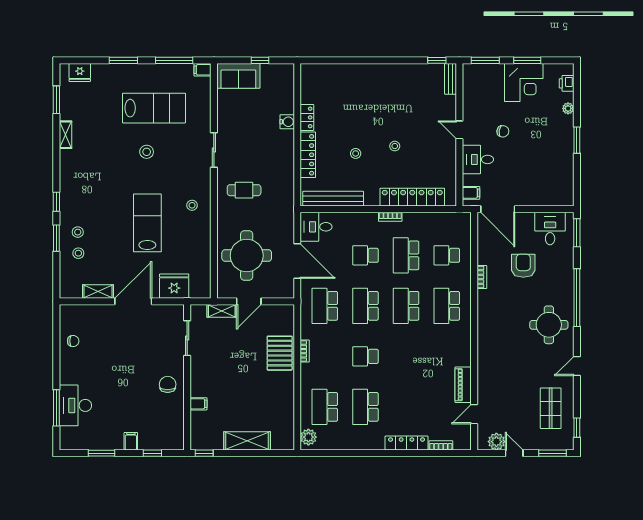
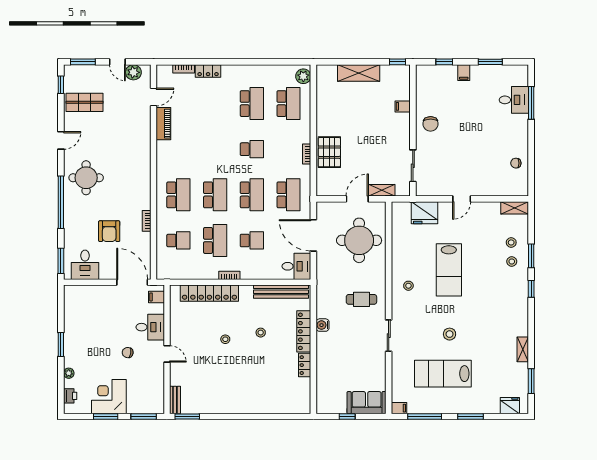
window: (437, 60) -> (187, 417), width x1.50
water cooler: (287, 122) -> (323, 325), moved
shelving: (98, 292) -> (515, 208), moved
door: (133, 301) -> (462, 199), width x0.53
desk: (75, 405) -> (514, 100), width x0.73
shop shelf: (551, 408) -> (84, 102), turned 90
locker: (407, 443) -> (208, 71), width x0.66

